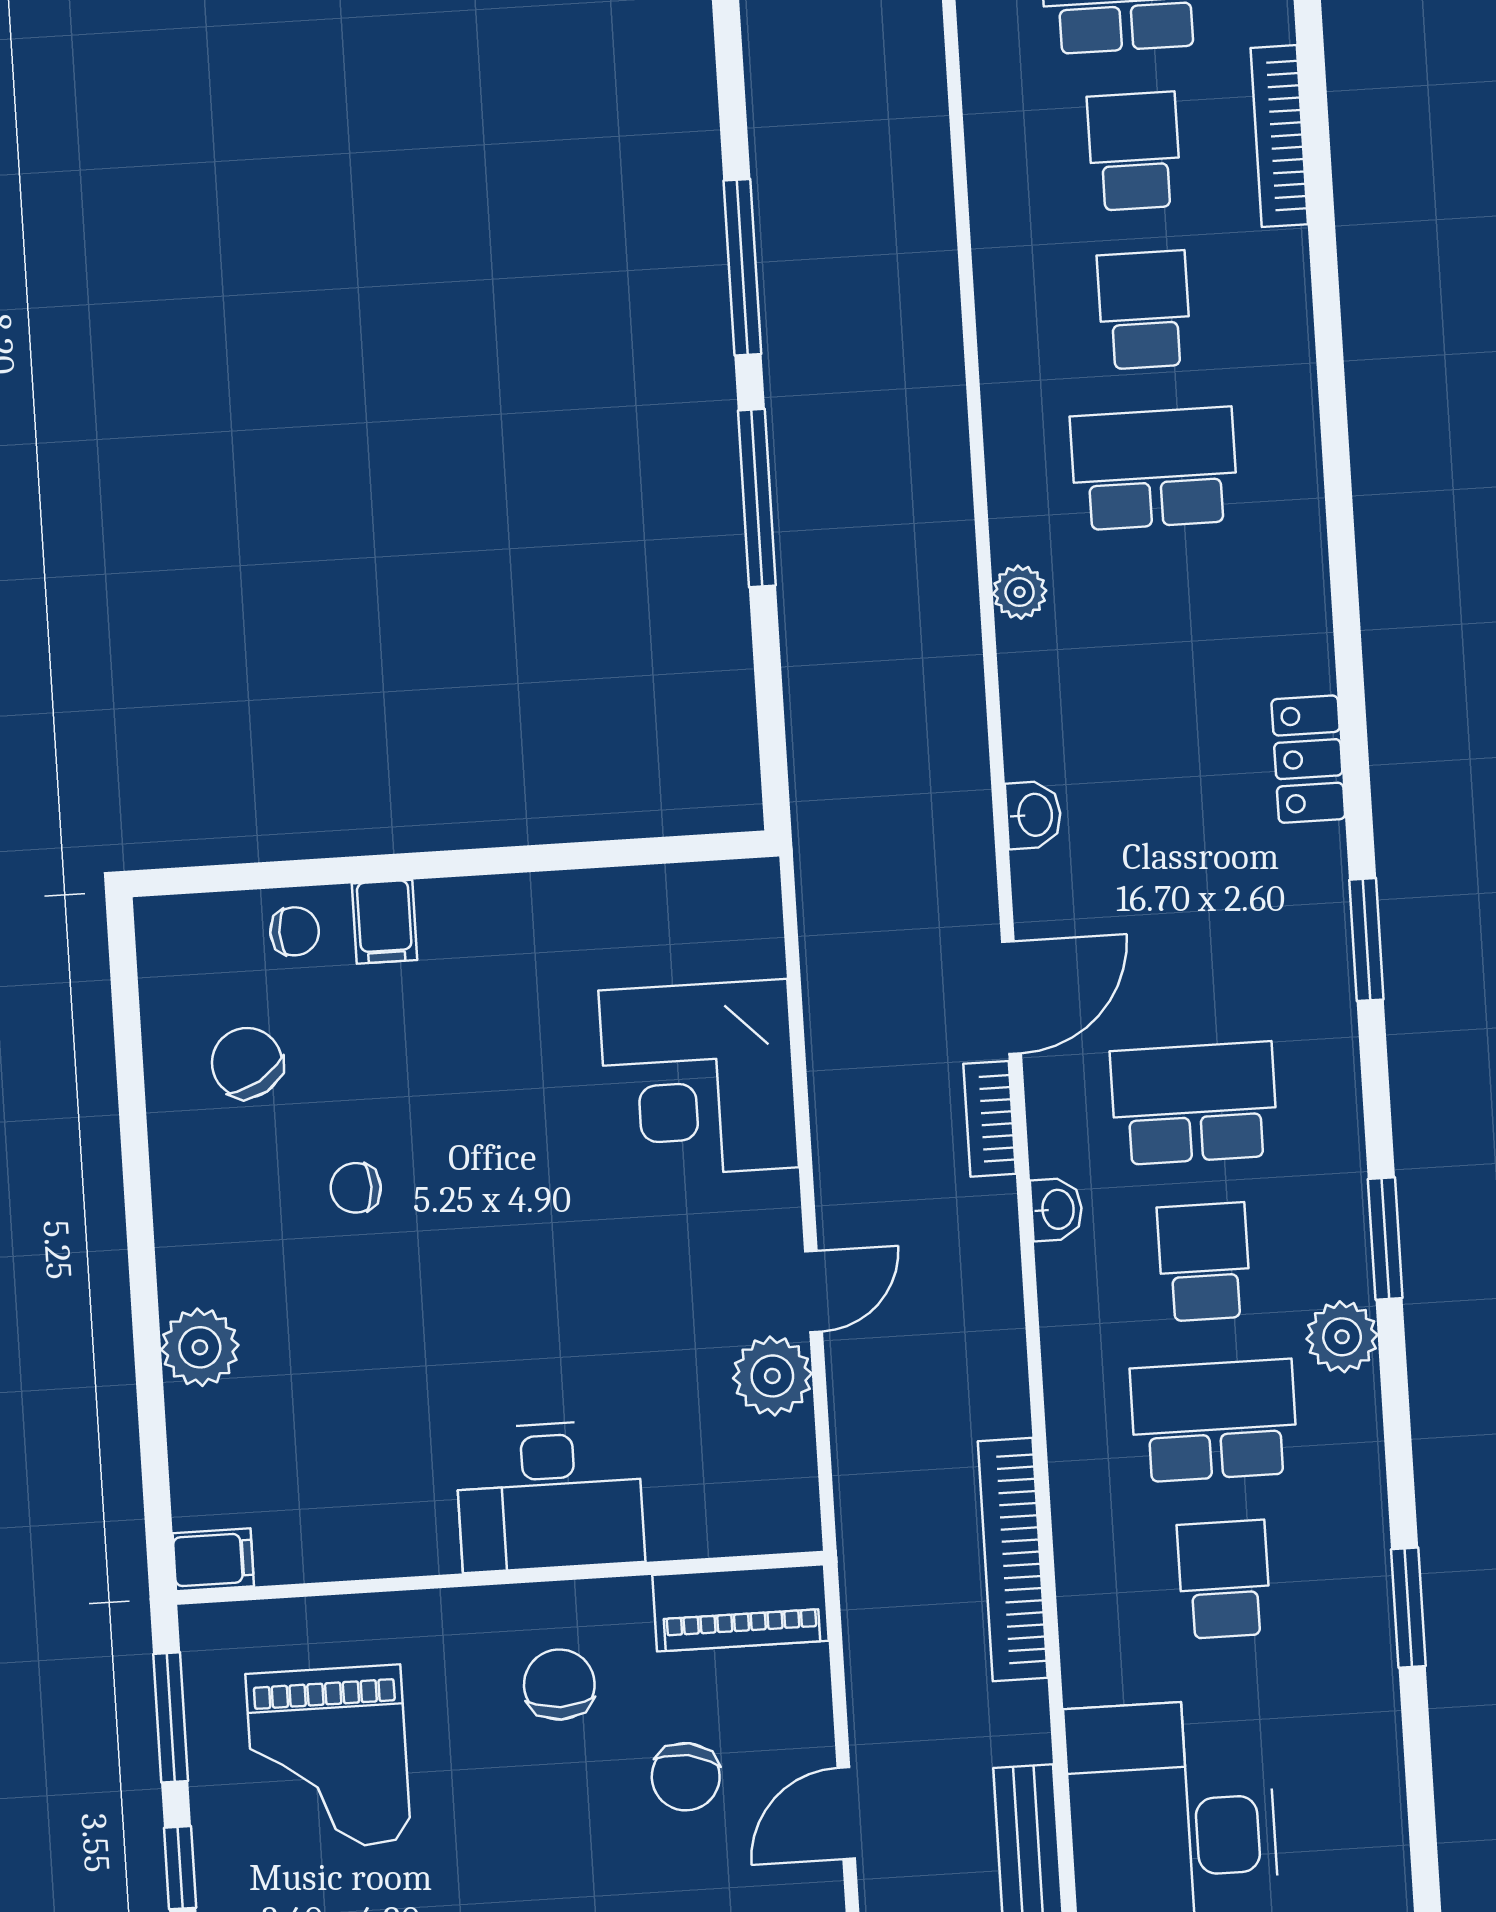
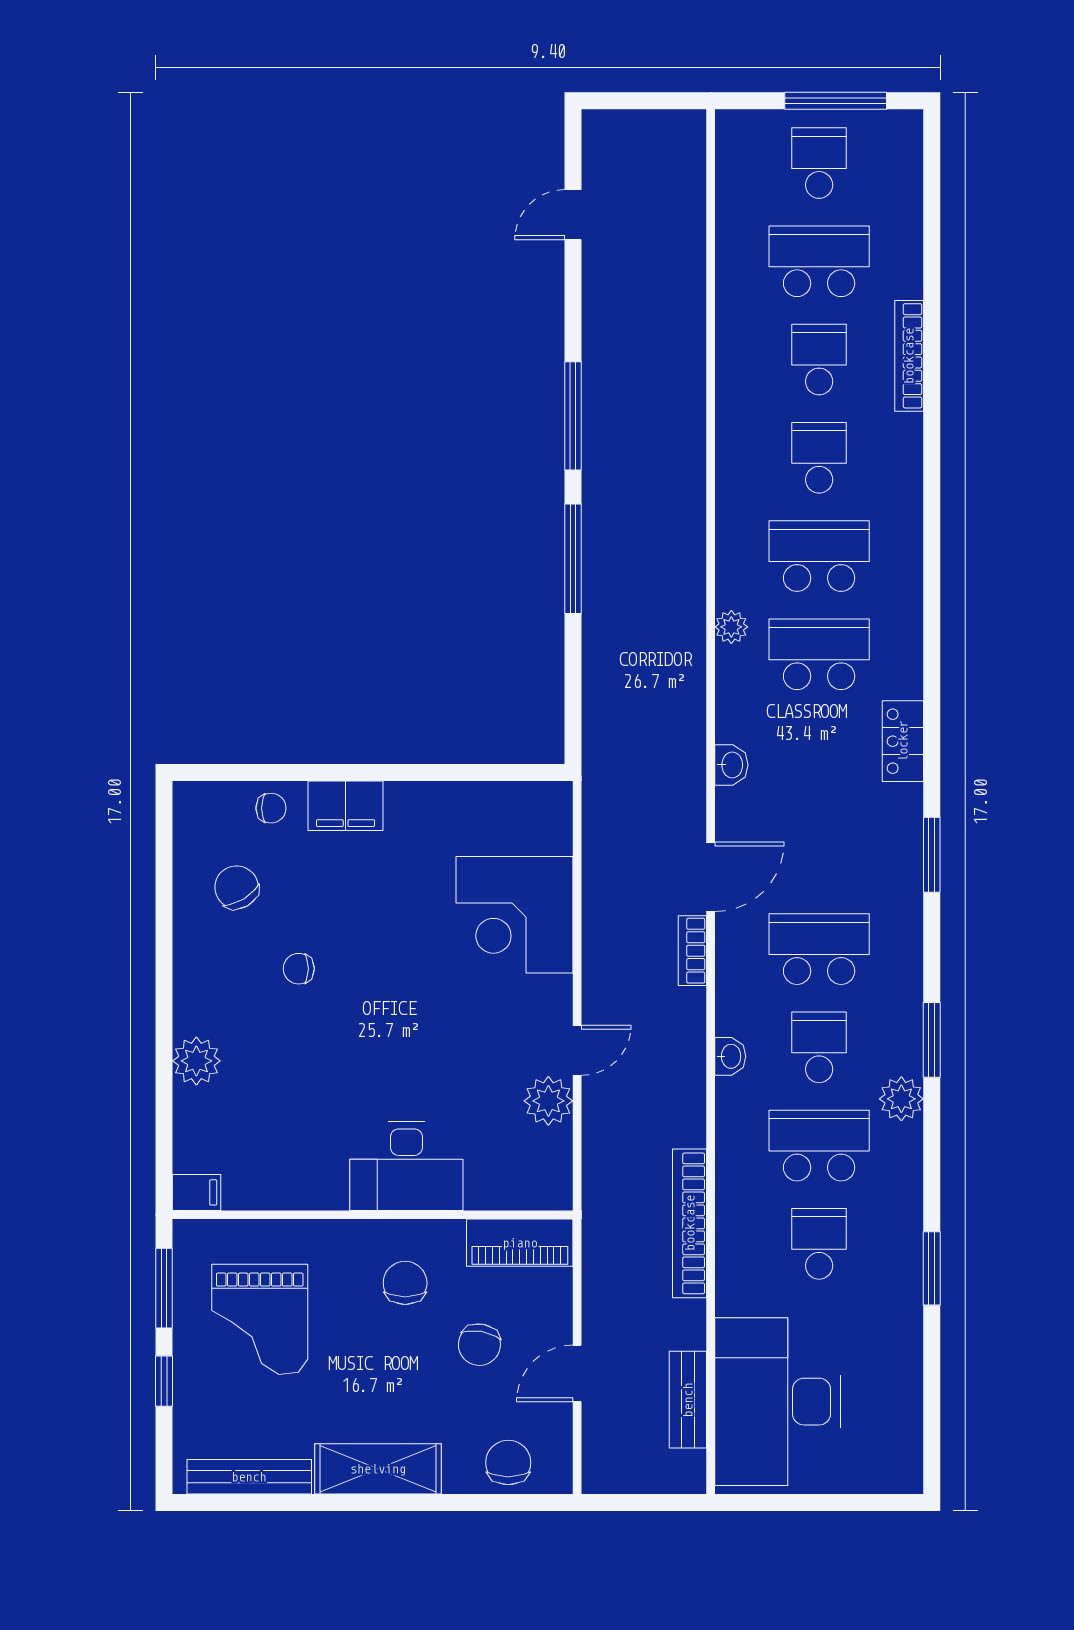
school desk: (1164, 627) -> (819, 654), added
filing cabinet: (385, 922) -> (346, 806), width x2.00
washbasin: (1057, 1209) -> (730, 1056), moved

